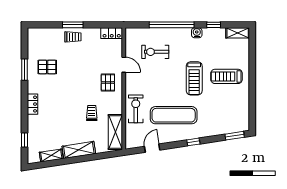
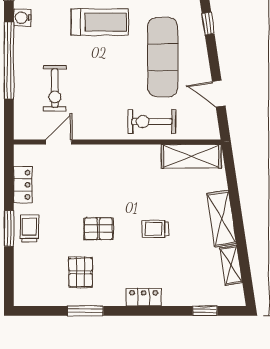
locker: (112, 33) -> (23, 185), moved
door: (124, 65) -> (59, 142), moved
pallet: (108, 82) -> (98, 229), moved
trolley: (92, 113) -> (155, 229), moved

